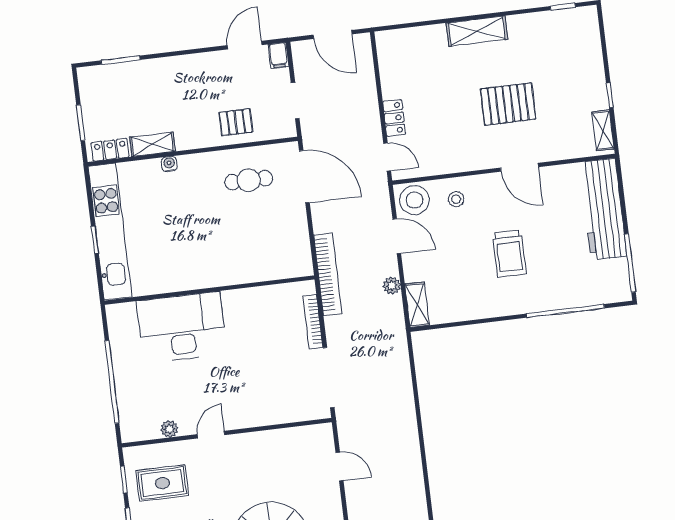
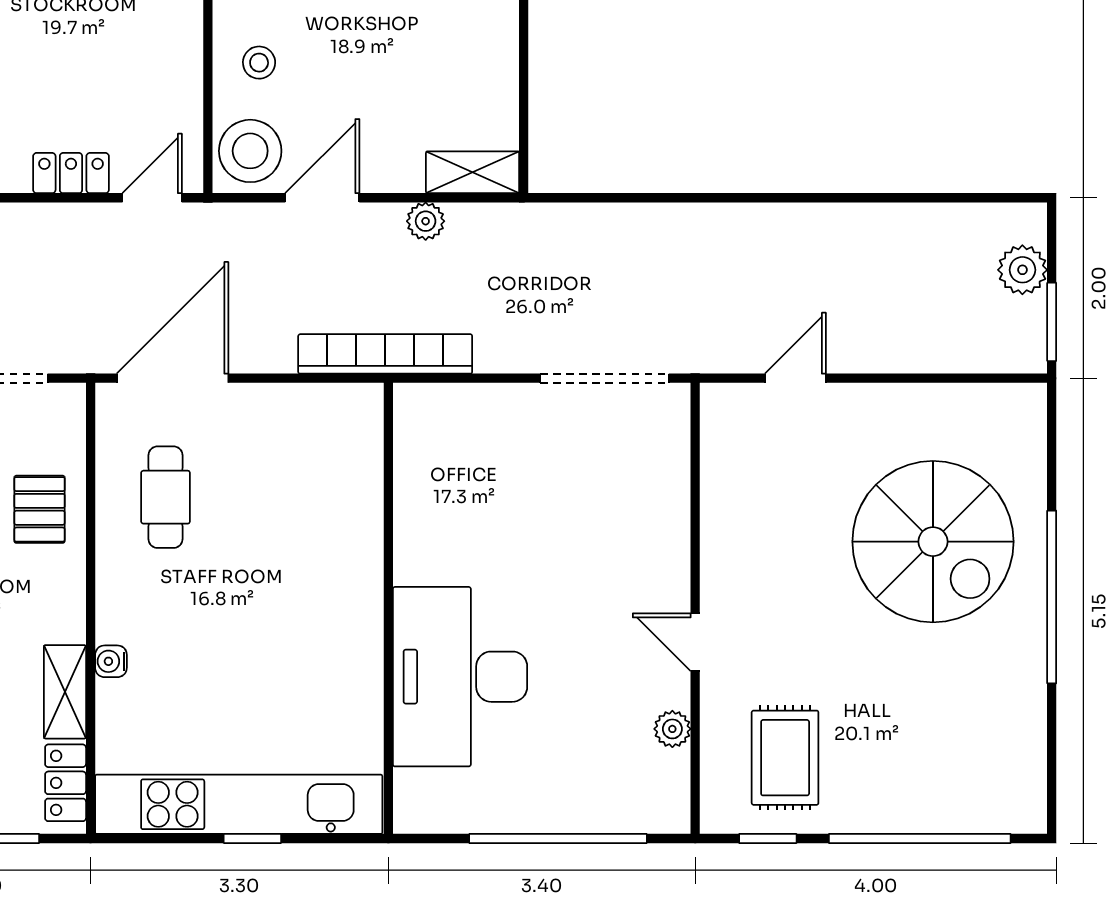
bookcase: (313, 322) -> (482, 397), removed

